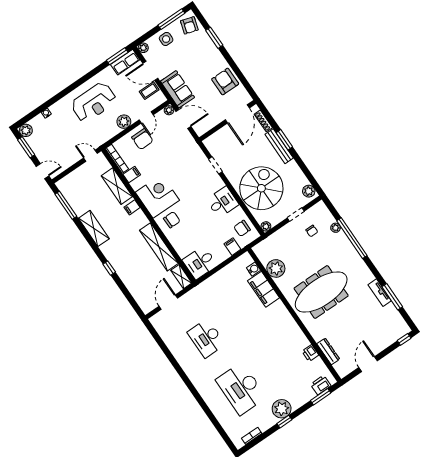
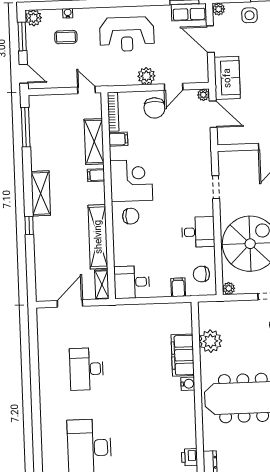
coffee table: (149, 91) -> (66, 37), moved
shelving: (94, 228) -> (41, 193), moved
water cooler: (254, 269) -> (188, 384), moved

